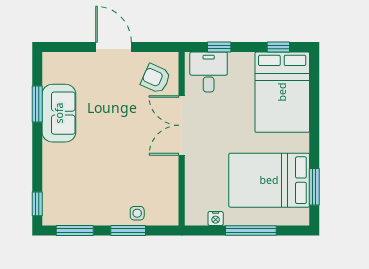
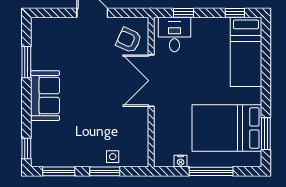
bed: (282, 92) -> (246, 52), width x0.67
sofa: (59, 113) -> (45, 96), moved

